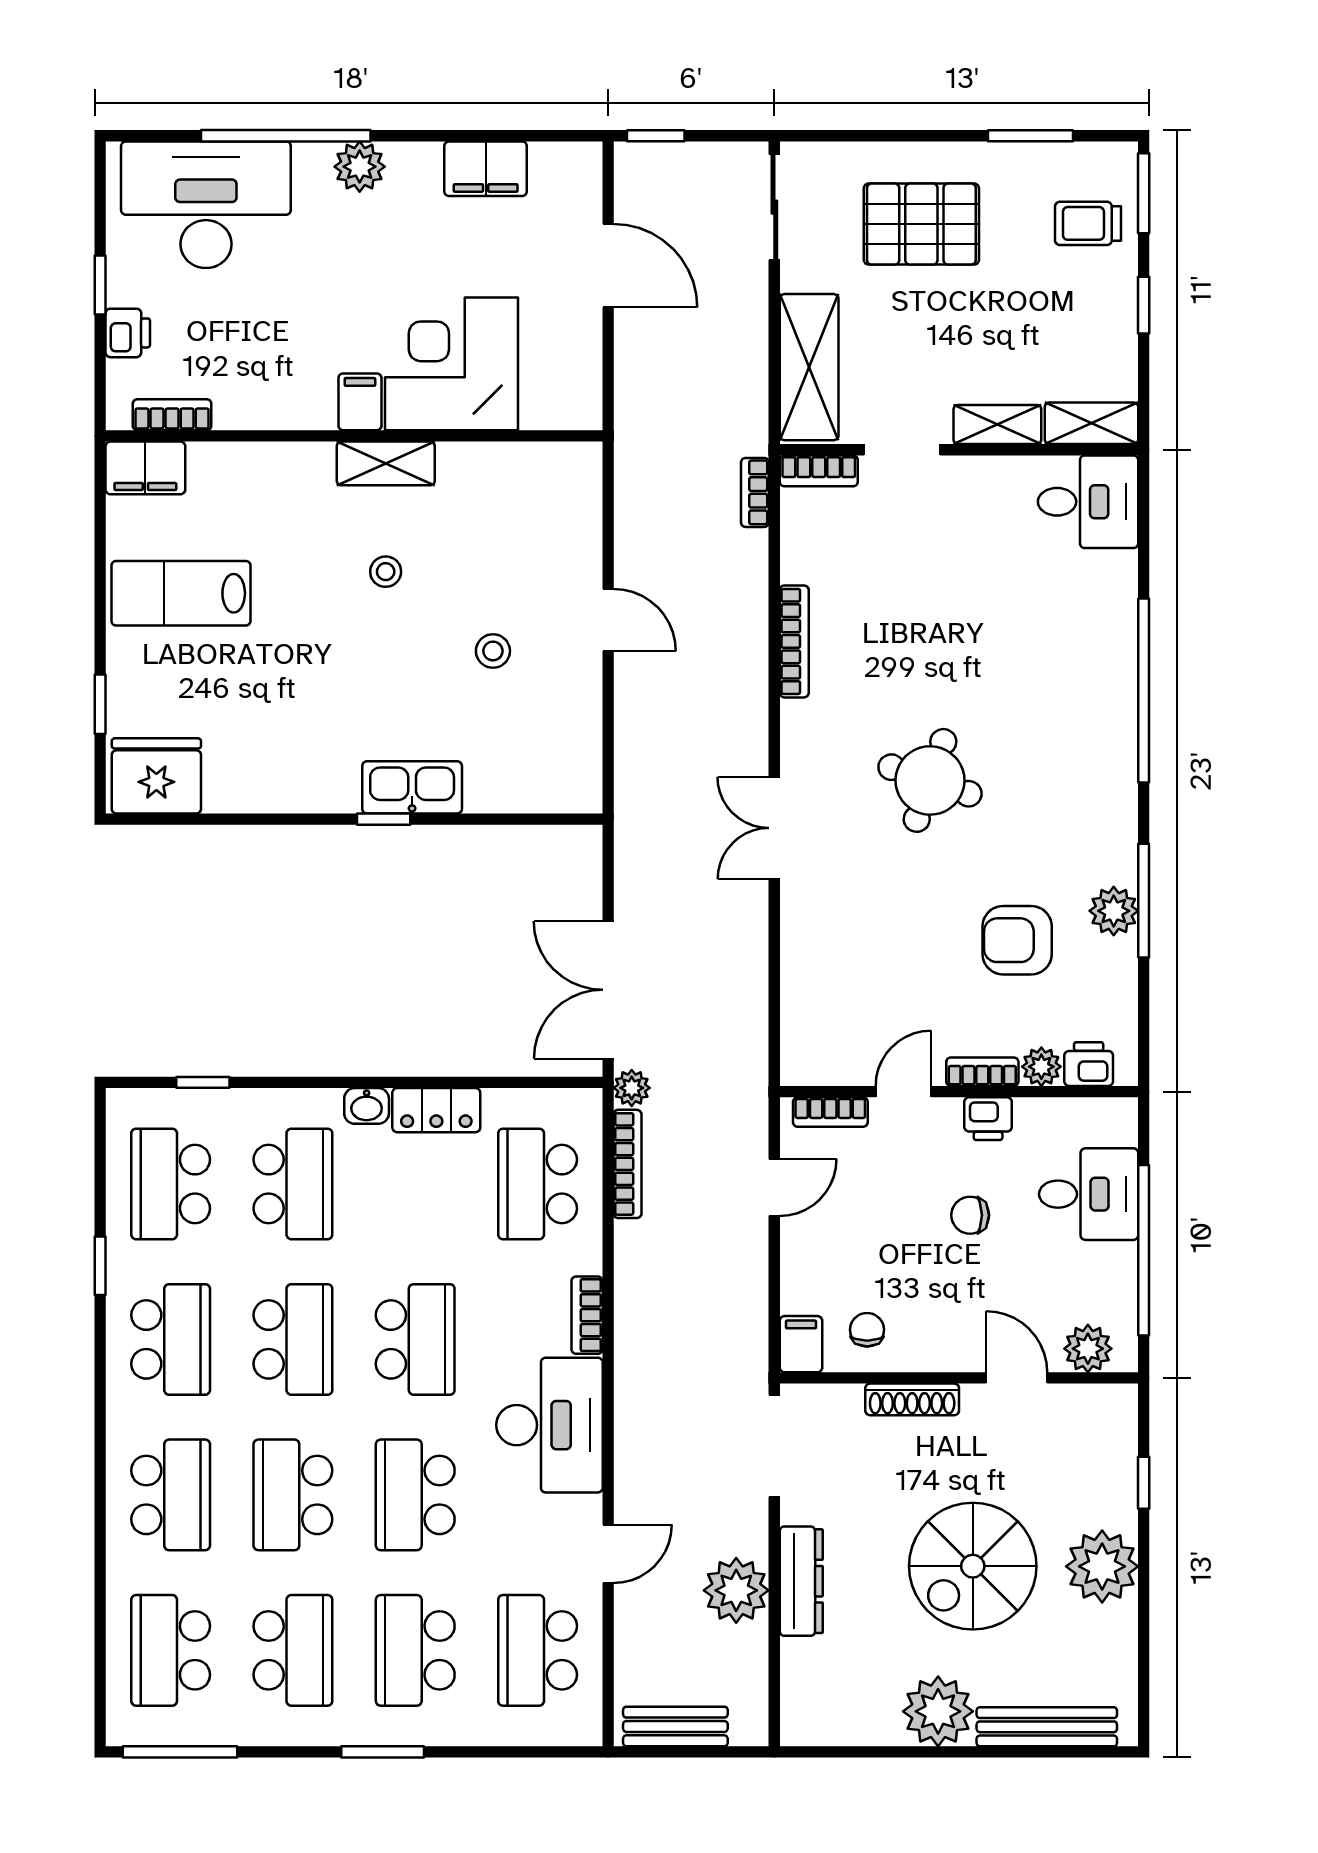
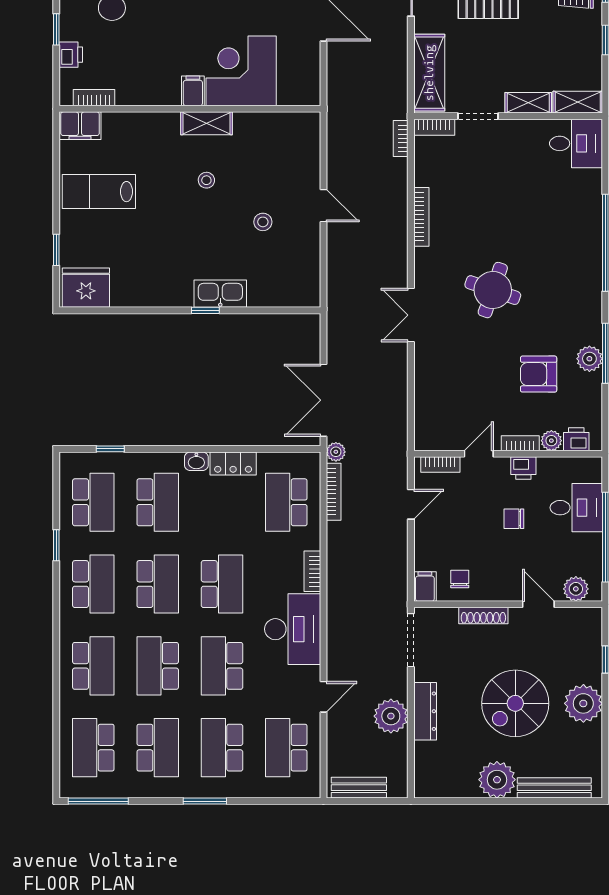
school desk: (171, 1184) -> (93, 502), turned 180

